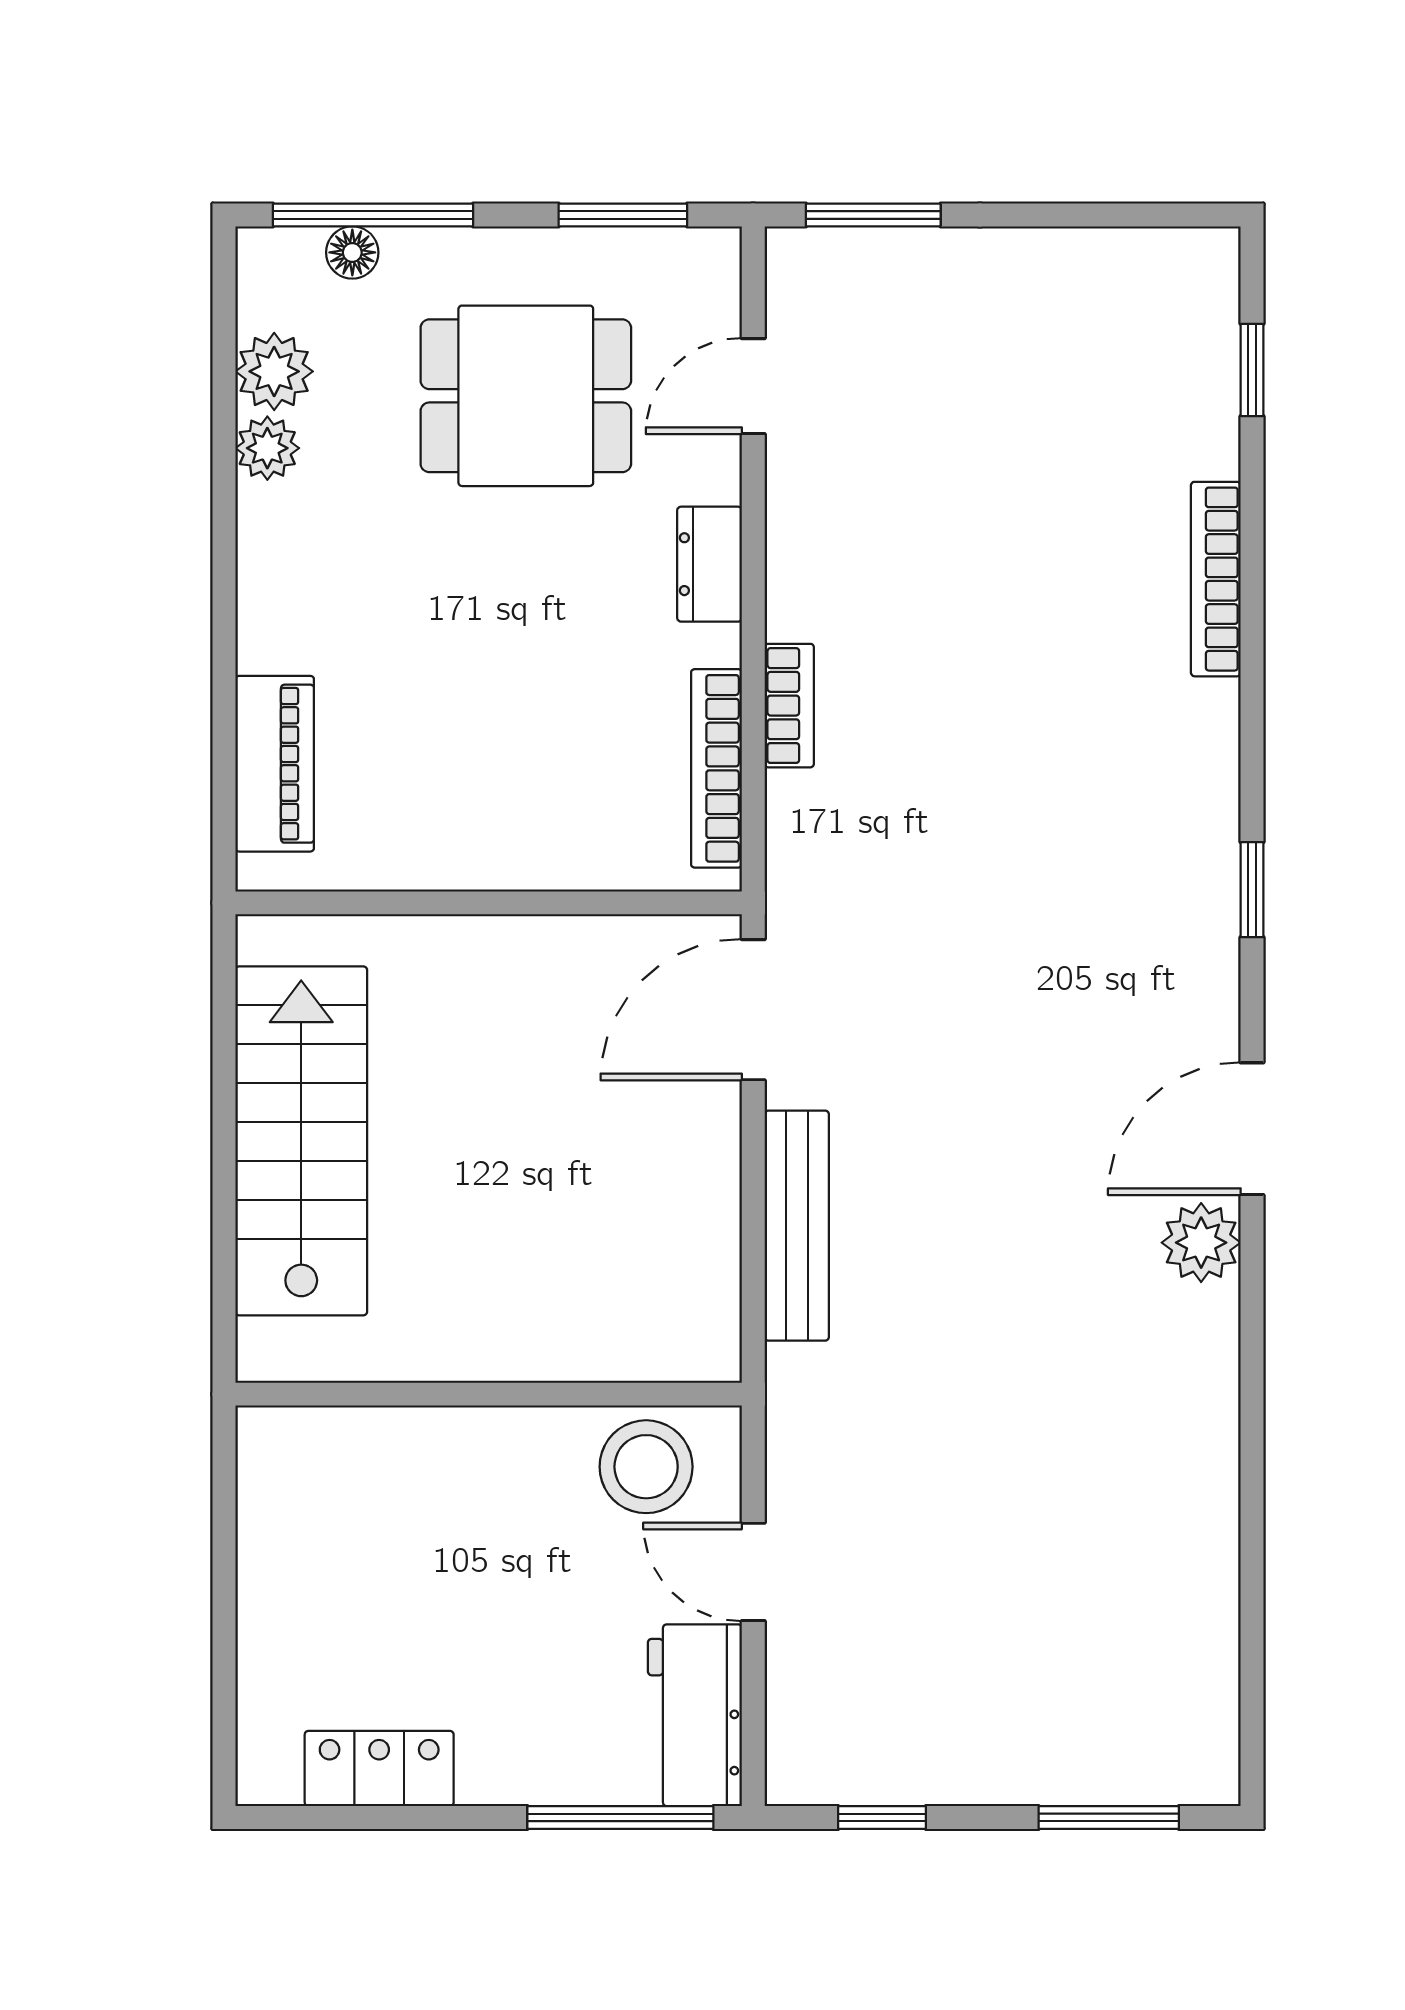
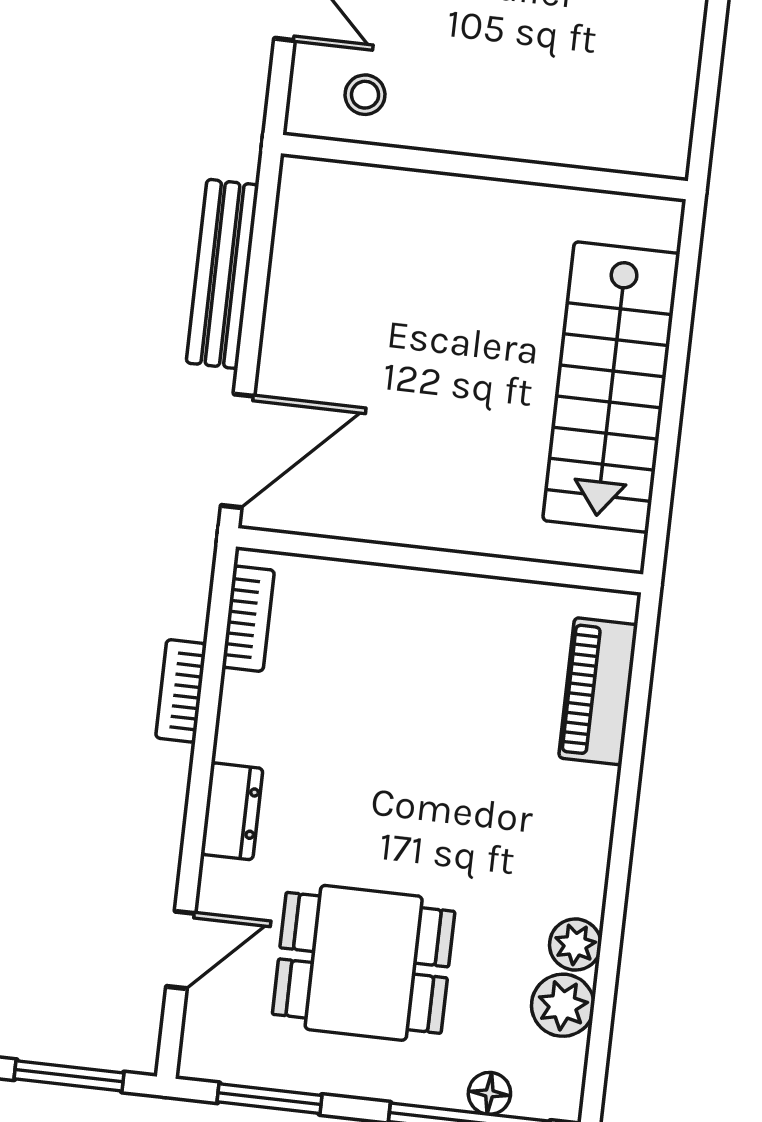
bookcase: (716, 768) -> (248, 619), width x0.64
stool: (646, 1467) -> (365, 95), width x0.53, depth x0.53

